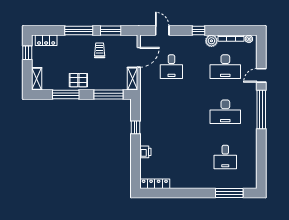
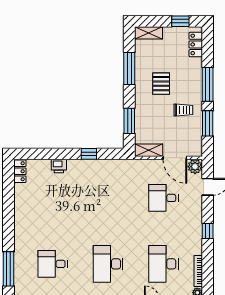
plant: (211, 41) -> (195, 167), moved
pallet: (78, 80) -> (161, 84), moved
window: (109, 94) -> (129, 121), width x0.69
locker: (155, 184) -> (20, 171), width x0.66

